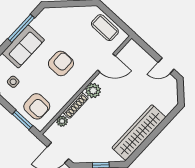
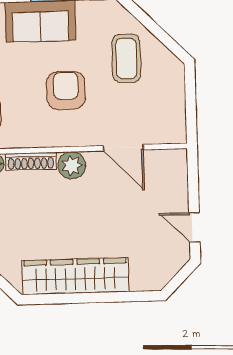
coffee table: (105, 28) -> (126, 58), moved
armchair: (61, 63) -> (66, 90), turned -90

